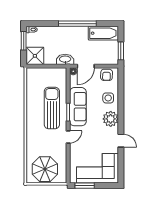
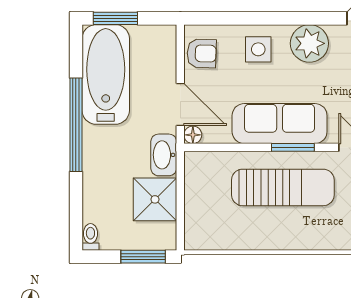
bathtub: (103, 33) -> (106, 74), width x1.36, depth x1.36
window: (24, 41) -> (143, 257), moved
window: (121, 51) -> (115, 18), moved
shower: (35, 56) -> (155, 199), moved
sun lounger: (52, 108) -> (283, 187), turned 180

